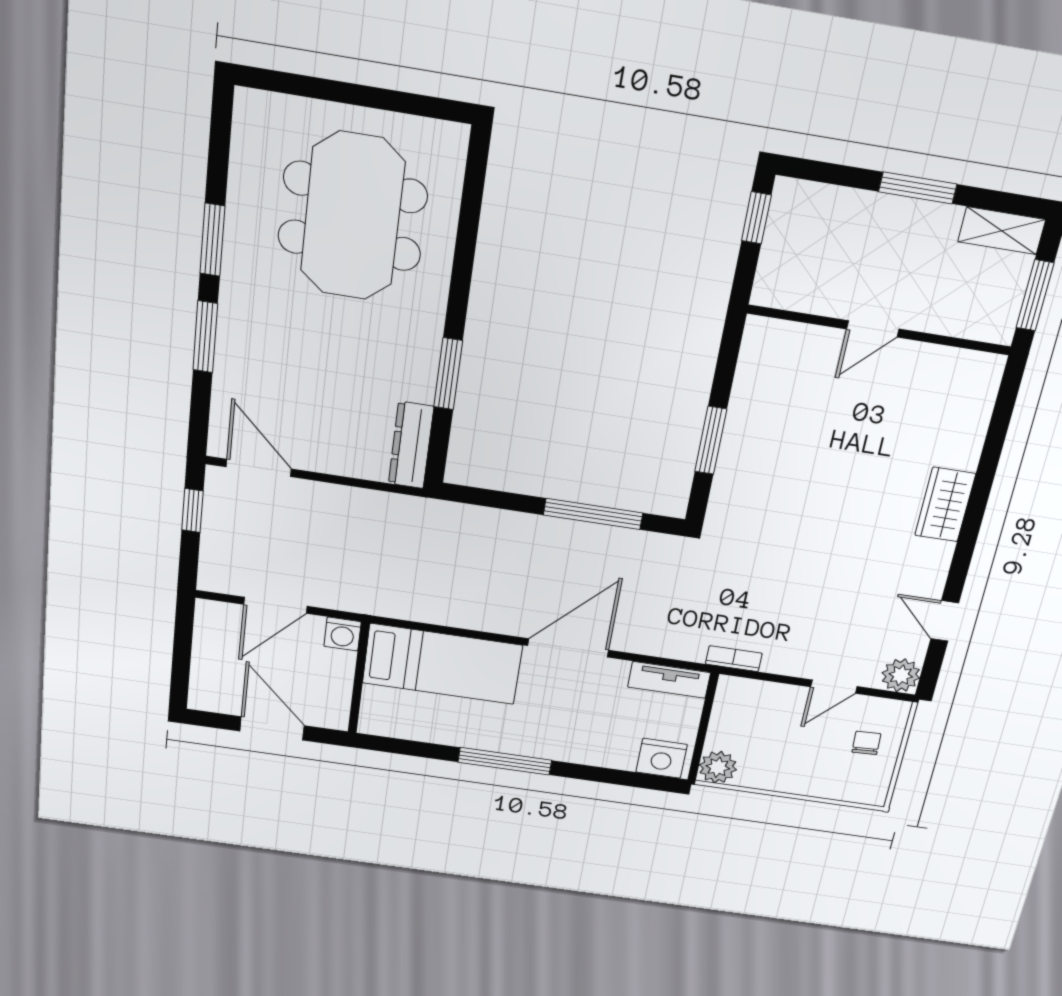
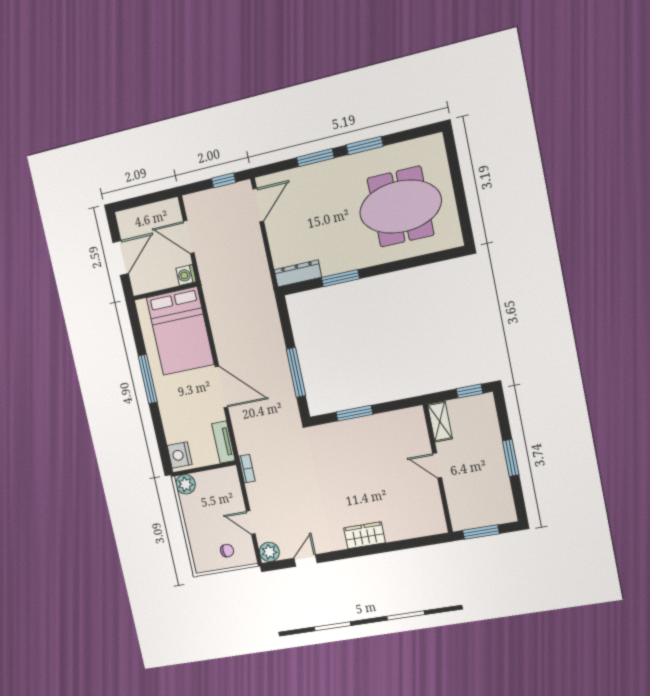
shelving: (1002, 231) -> (440, 421), moved
bed: (442, 664) -> (180, 331), width x1.50

